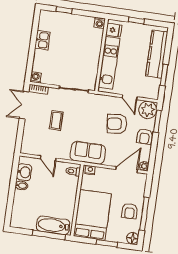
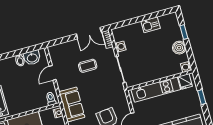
boiler: (77, 22) -> (179, 48), added
washing machine: (36, 77) -> (120, 47), moved
double door: (24, 105) -> (89, 33), swing flipped

